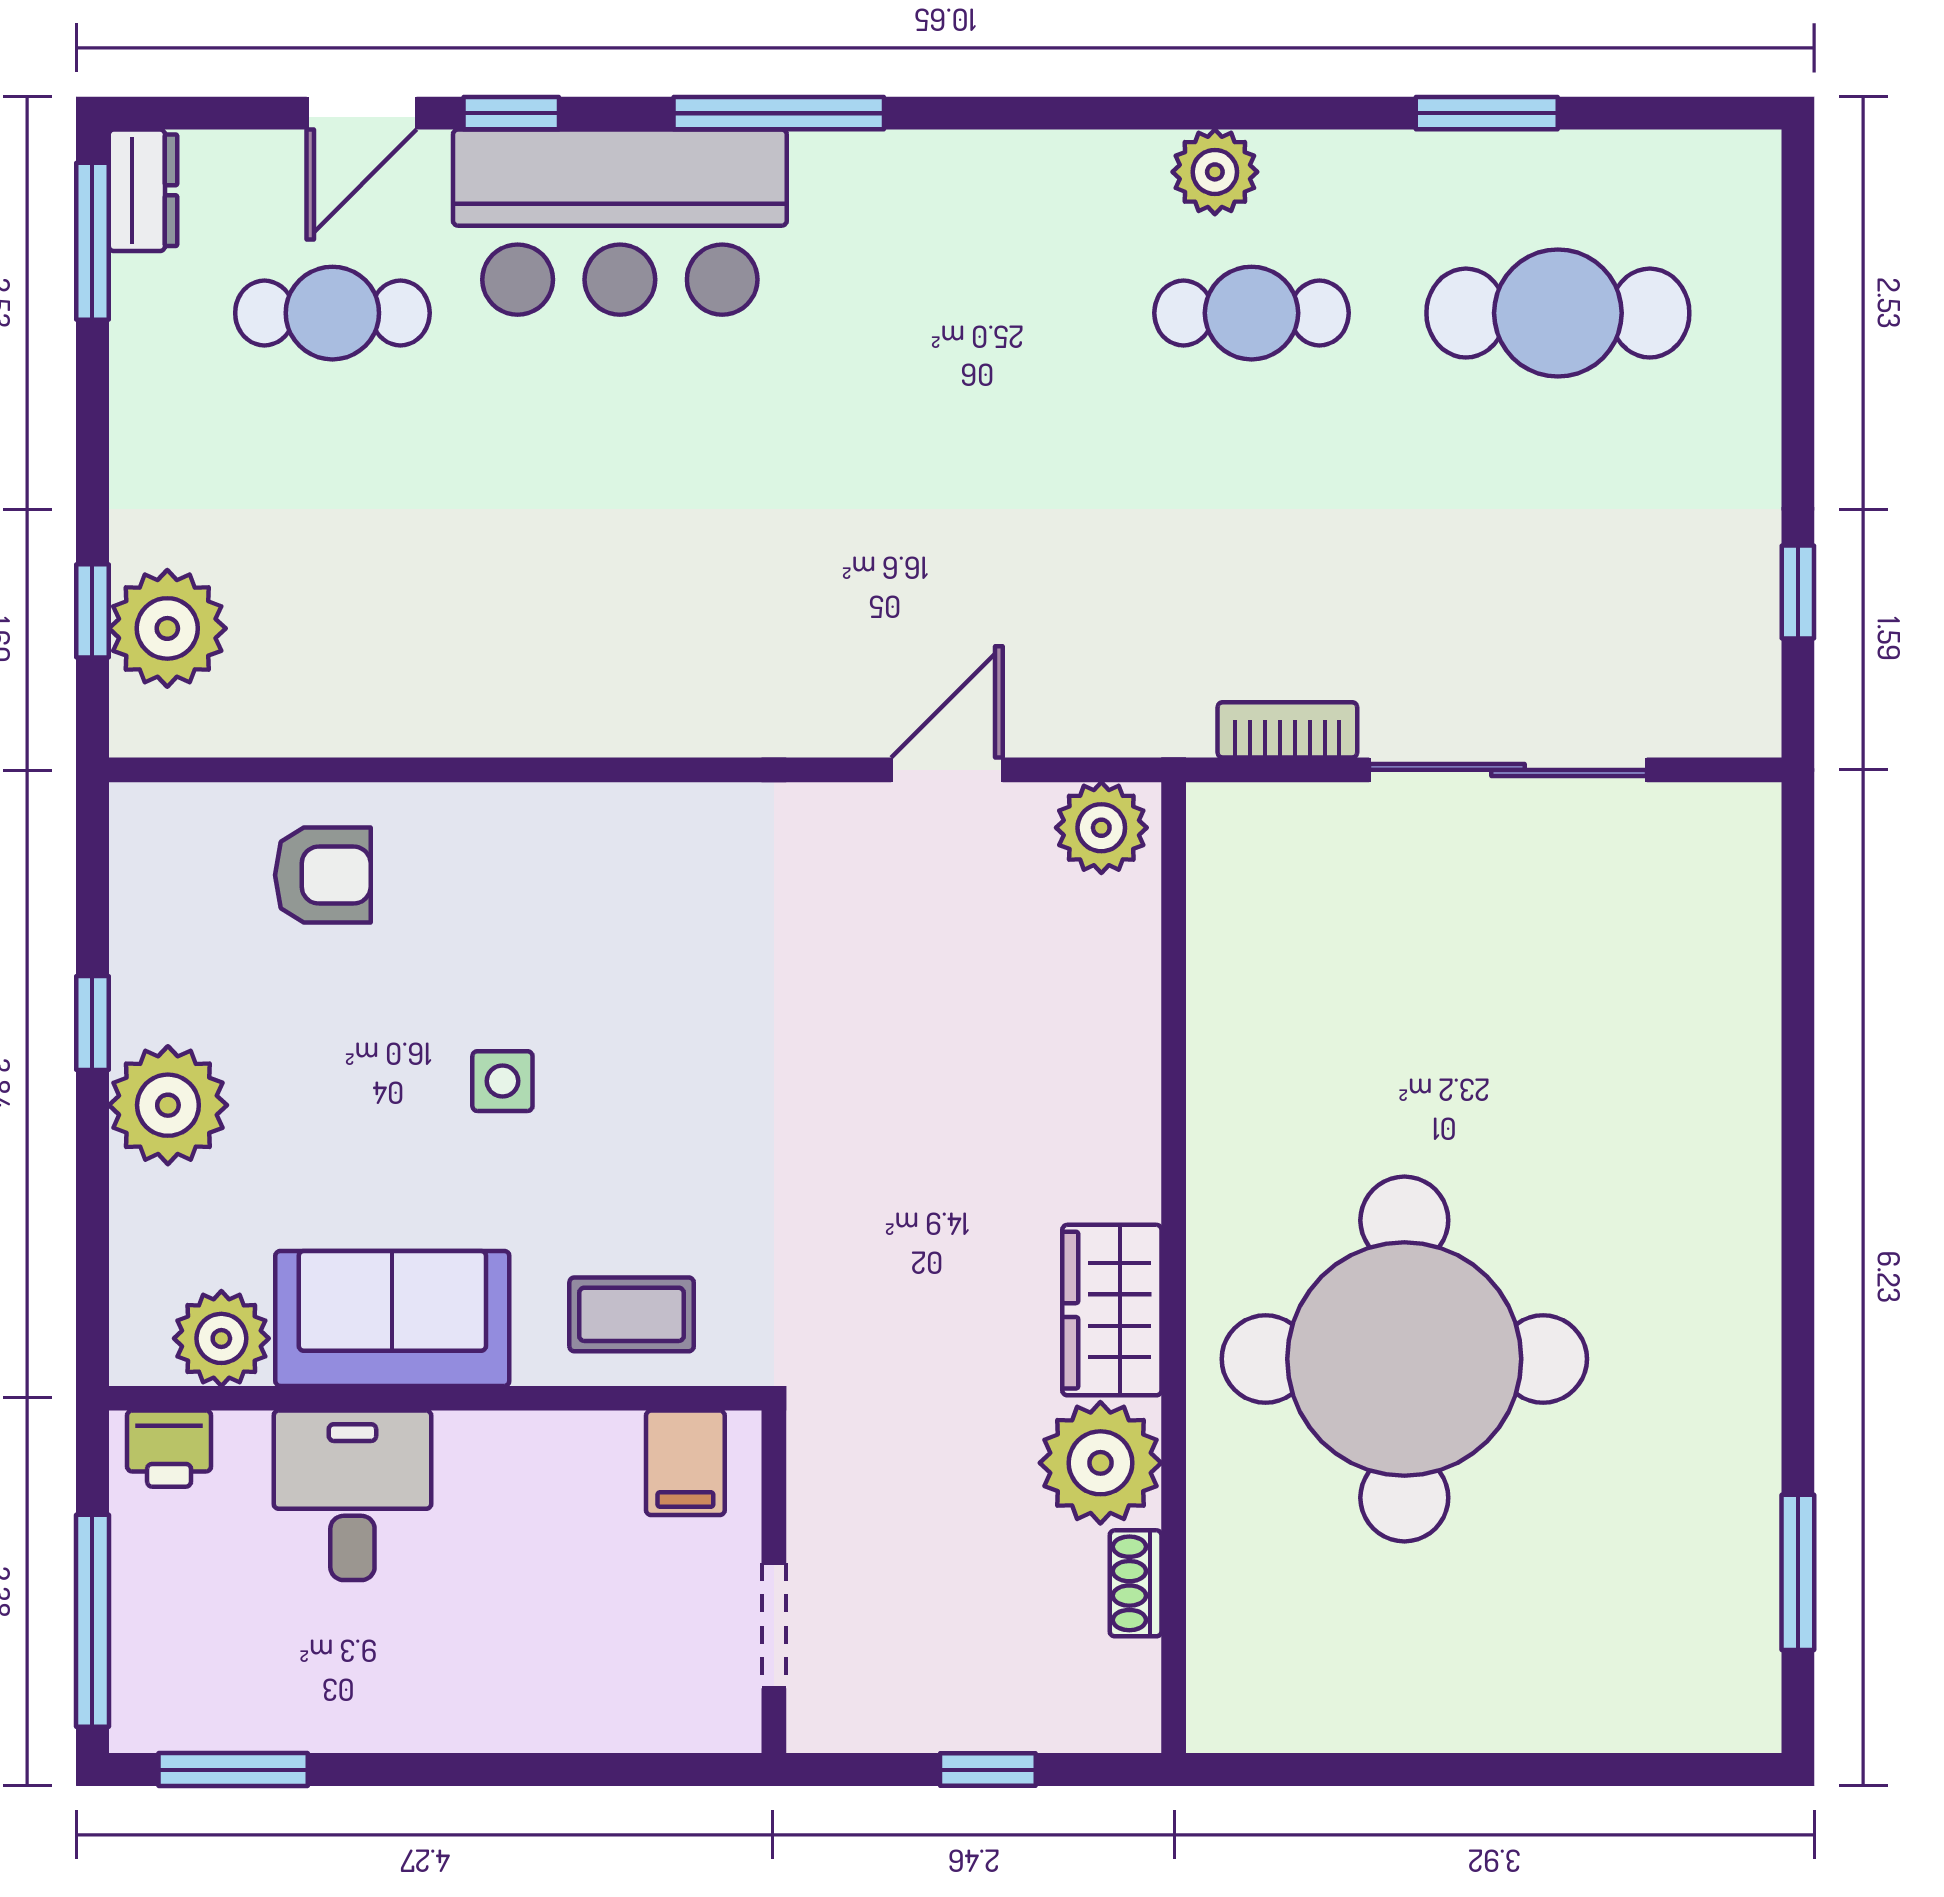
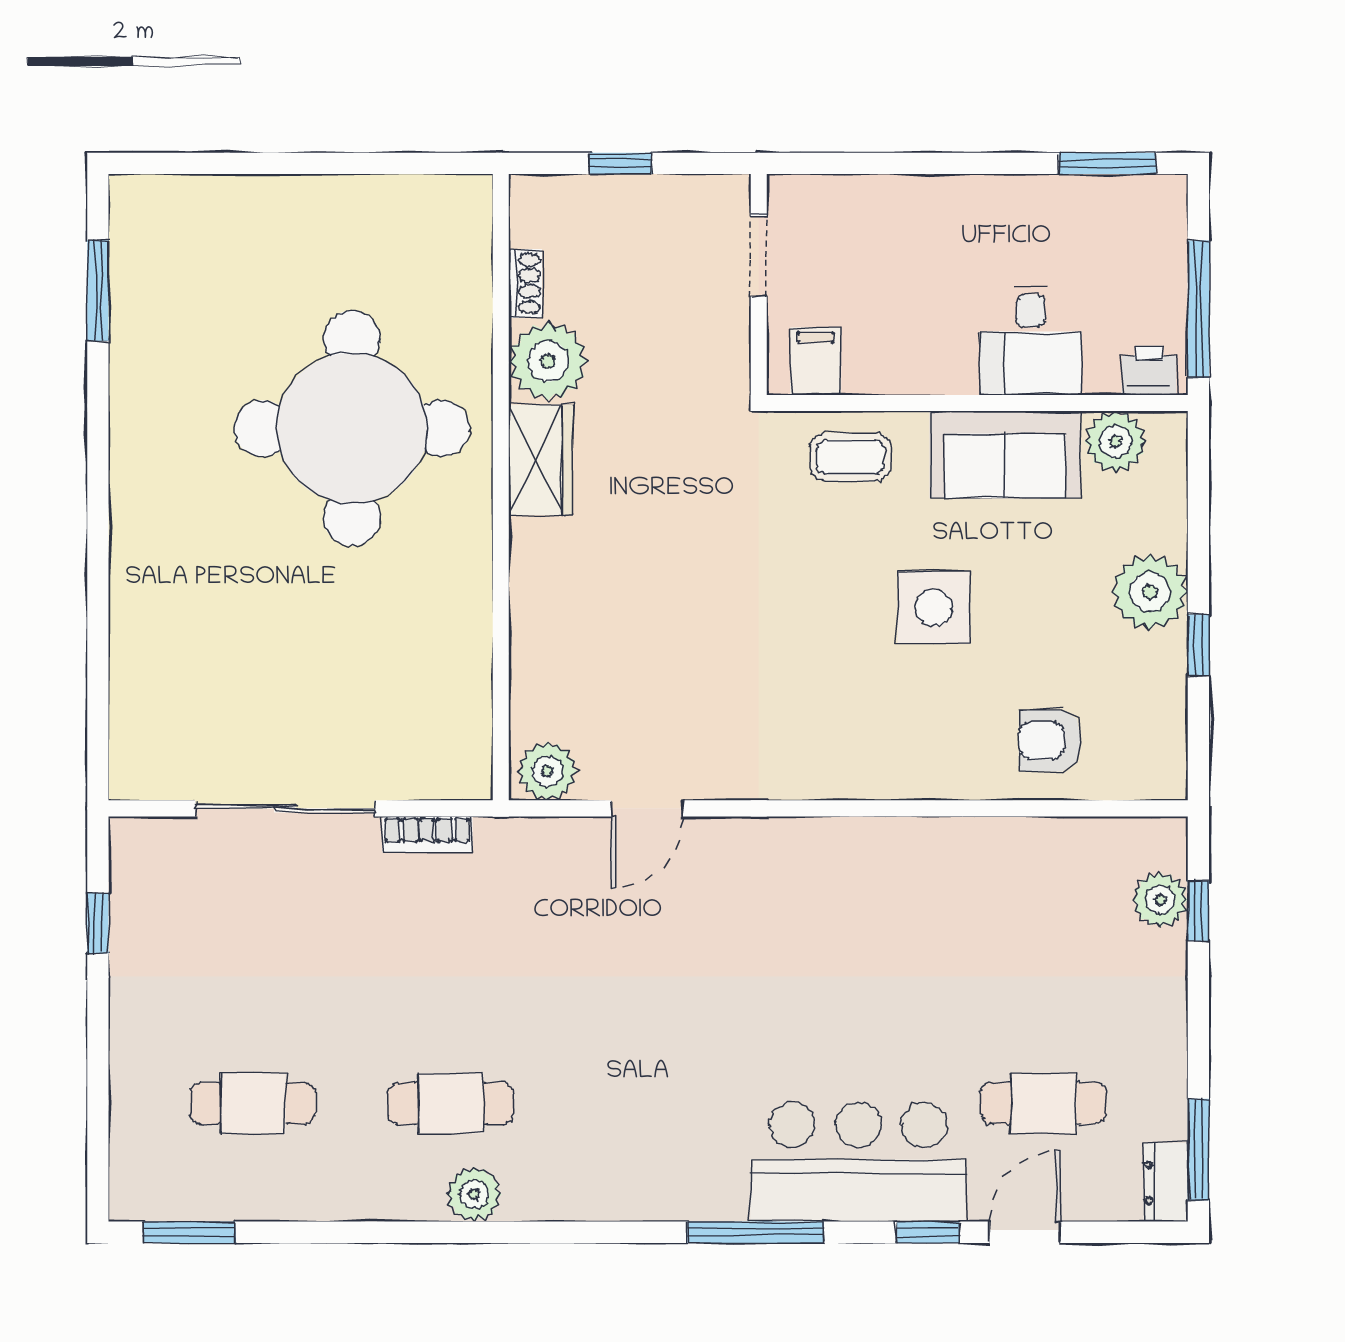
window: (1487, 113) -> (189, 1232), moved
cafe table: (1558, 313) -> (253, 1103), width x0.73, depth x0.74
plant: (167, 628) -> (1160, 900), width x0.73, depth x0.73
side table: (502, 1081) -> (934, 608), width x1.87, depth x1.87
window: (92, 1621) -> (1198, 309), moved

